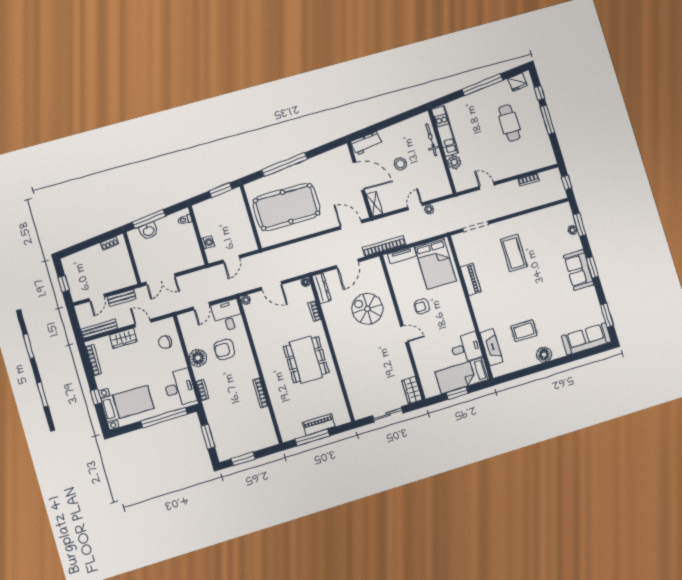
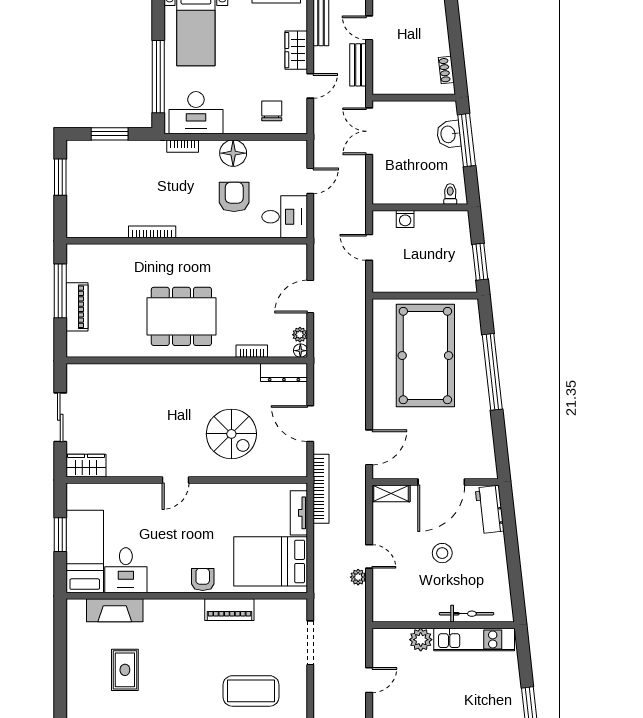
plant: (246, 300) -> (300, 335), moved
door: (201, 306) -> (310, 181), swing flipped
armchair: (422, 306) -> (203, 579), moved
spiral stairs: (367, 309) -> (231, 434), turned 90
floor lamp: (544, 355) -> (78, 690), removed

